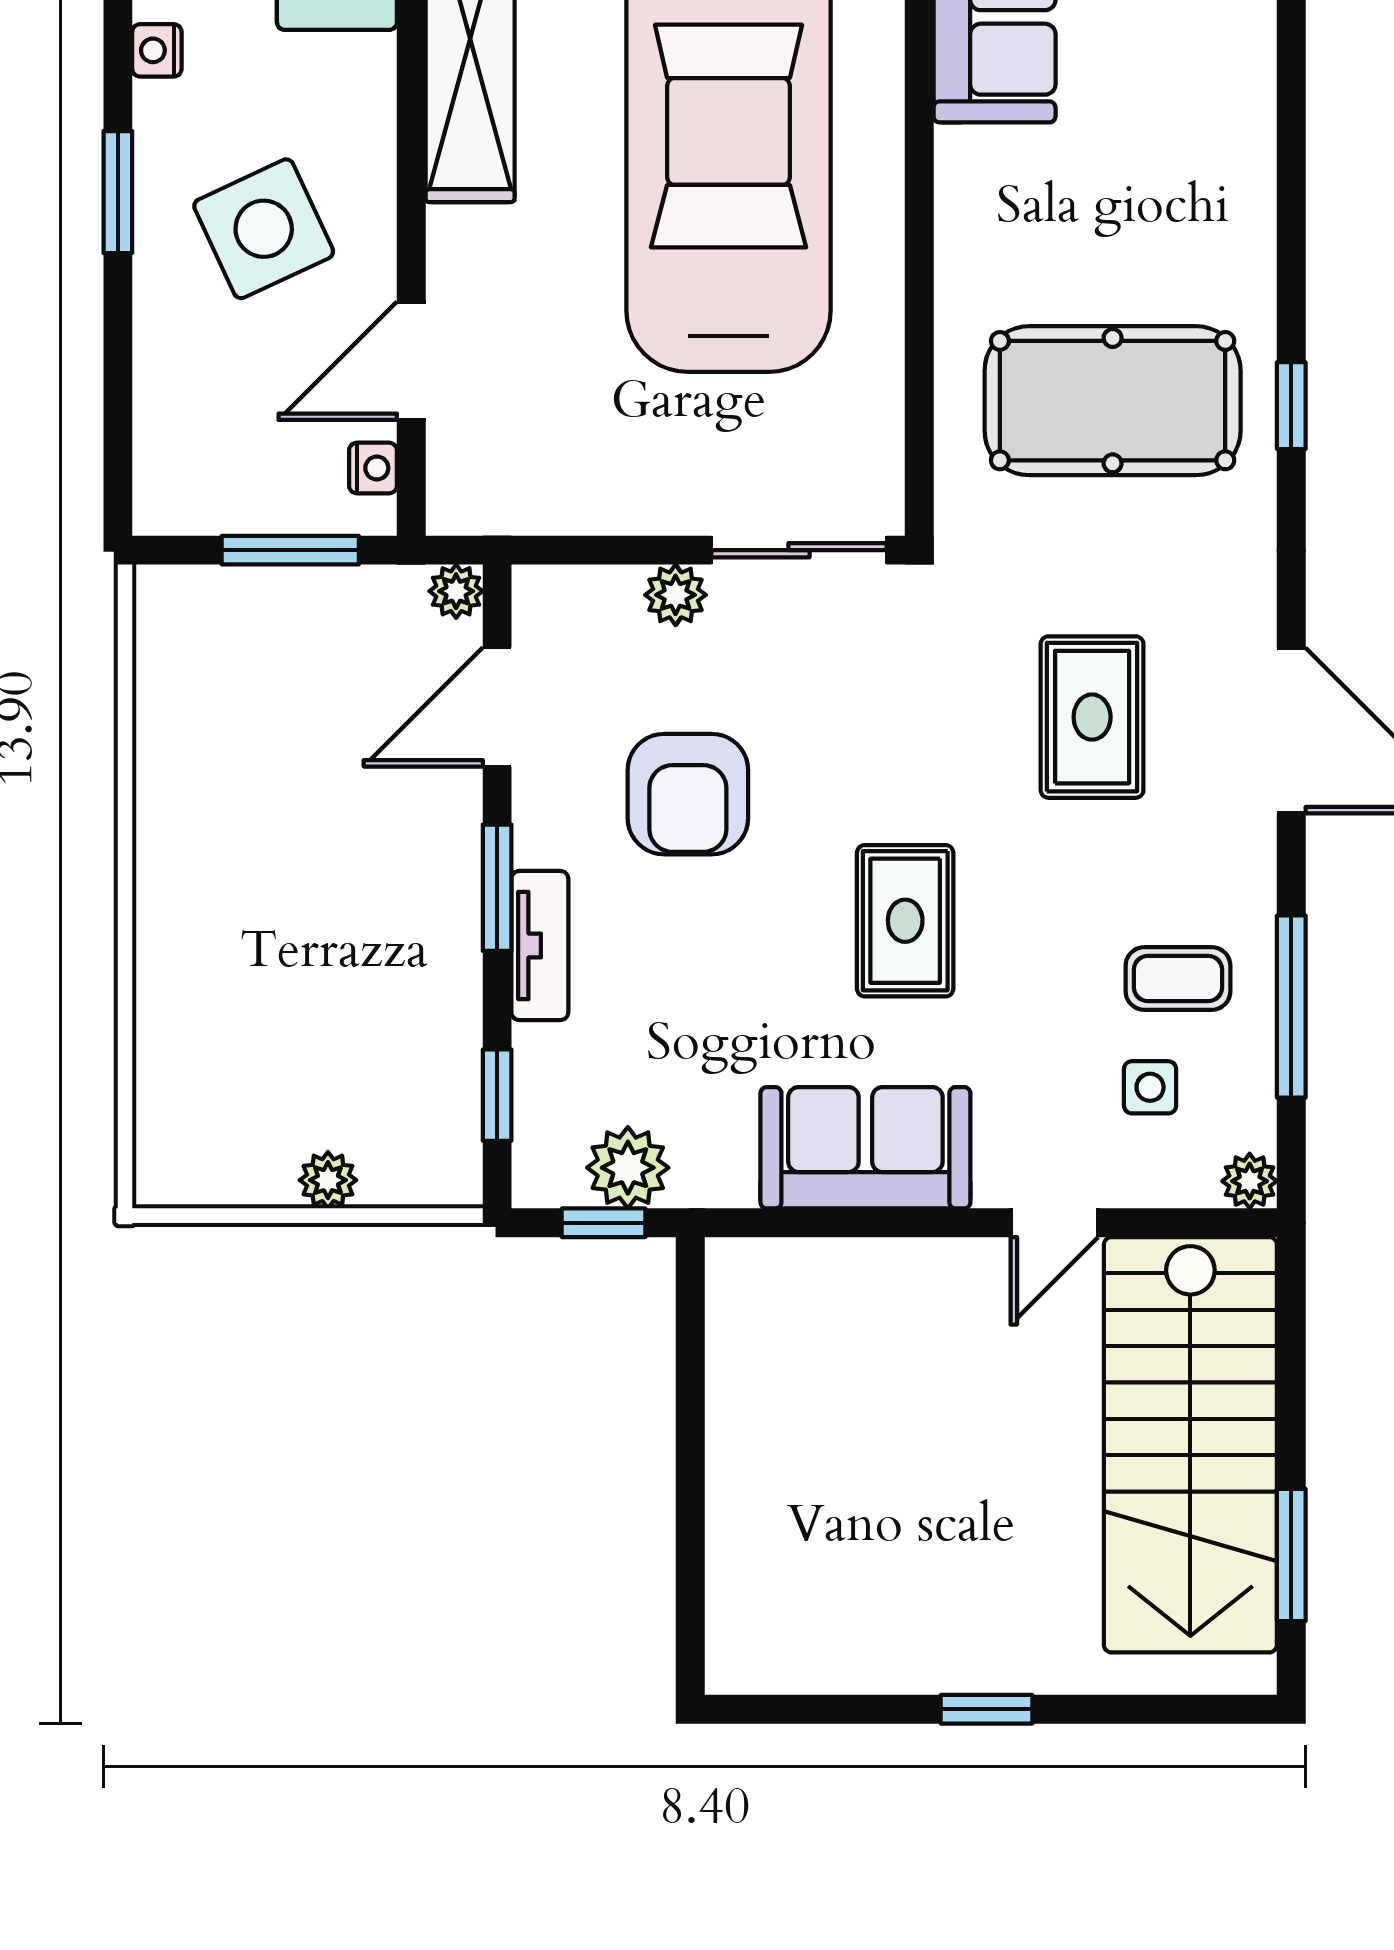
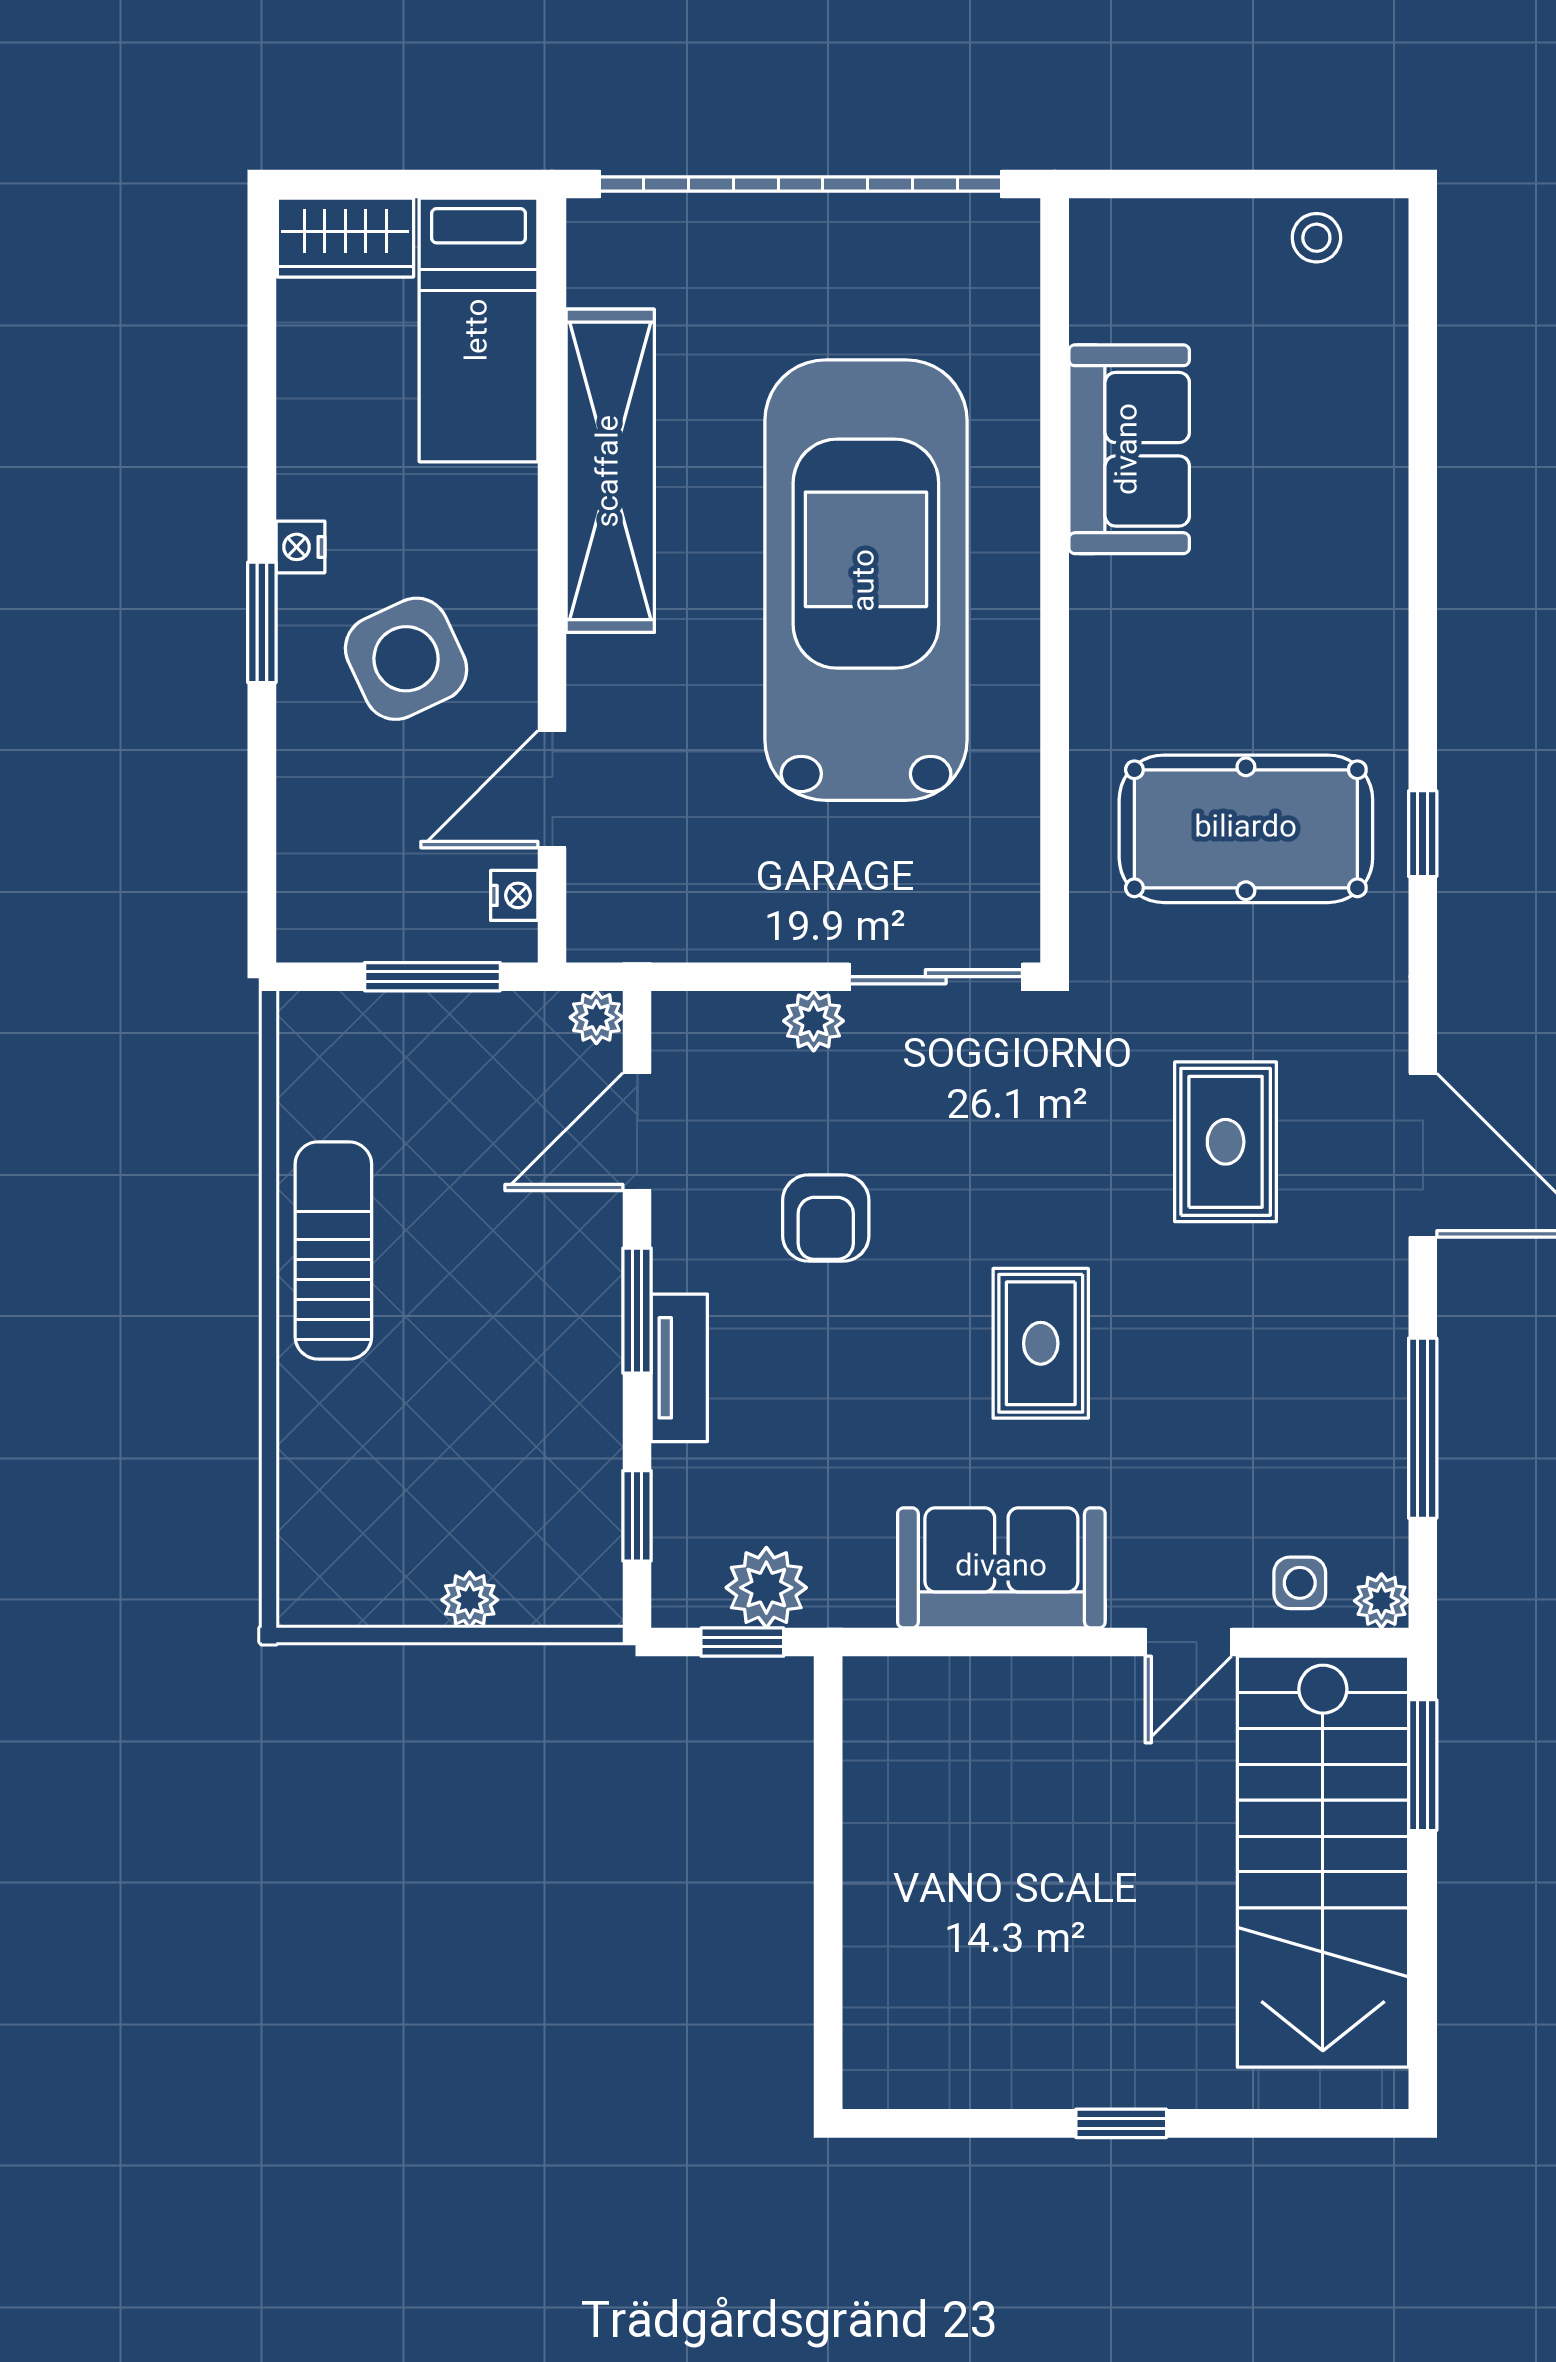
nightstand: (157, 50) -> (300, 547), moved
armchair: (688, 794) -> (826, 1218), width x0.72, depth x0.72
sun lounger: (190, 827) -> (333, 1250), added
coffee table: (1178, 978) -> (1311, 1400), removed
side table: (1150, 1087) -> (1300, 1583), moved
window: (1291, 1555) -> (1423, 1765), moved

